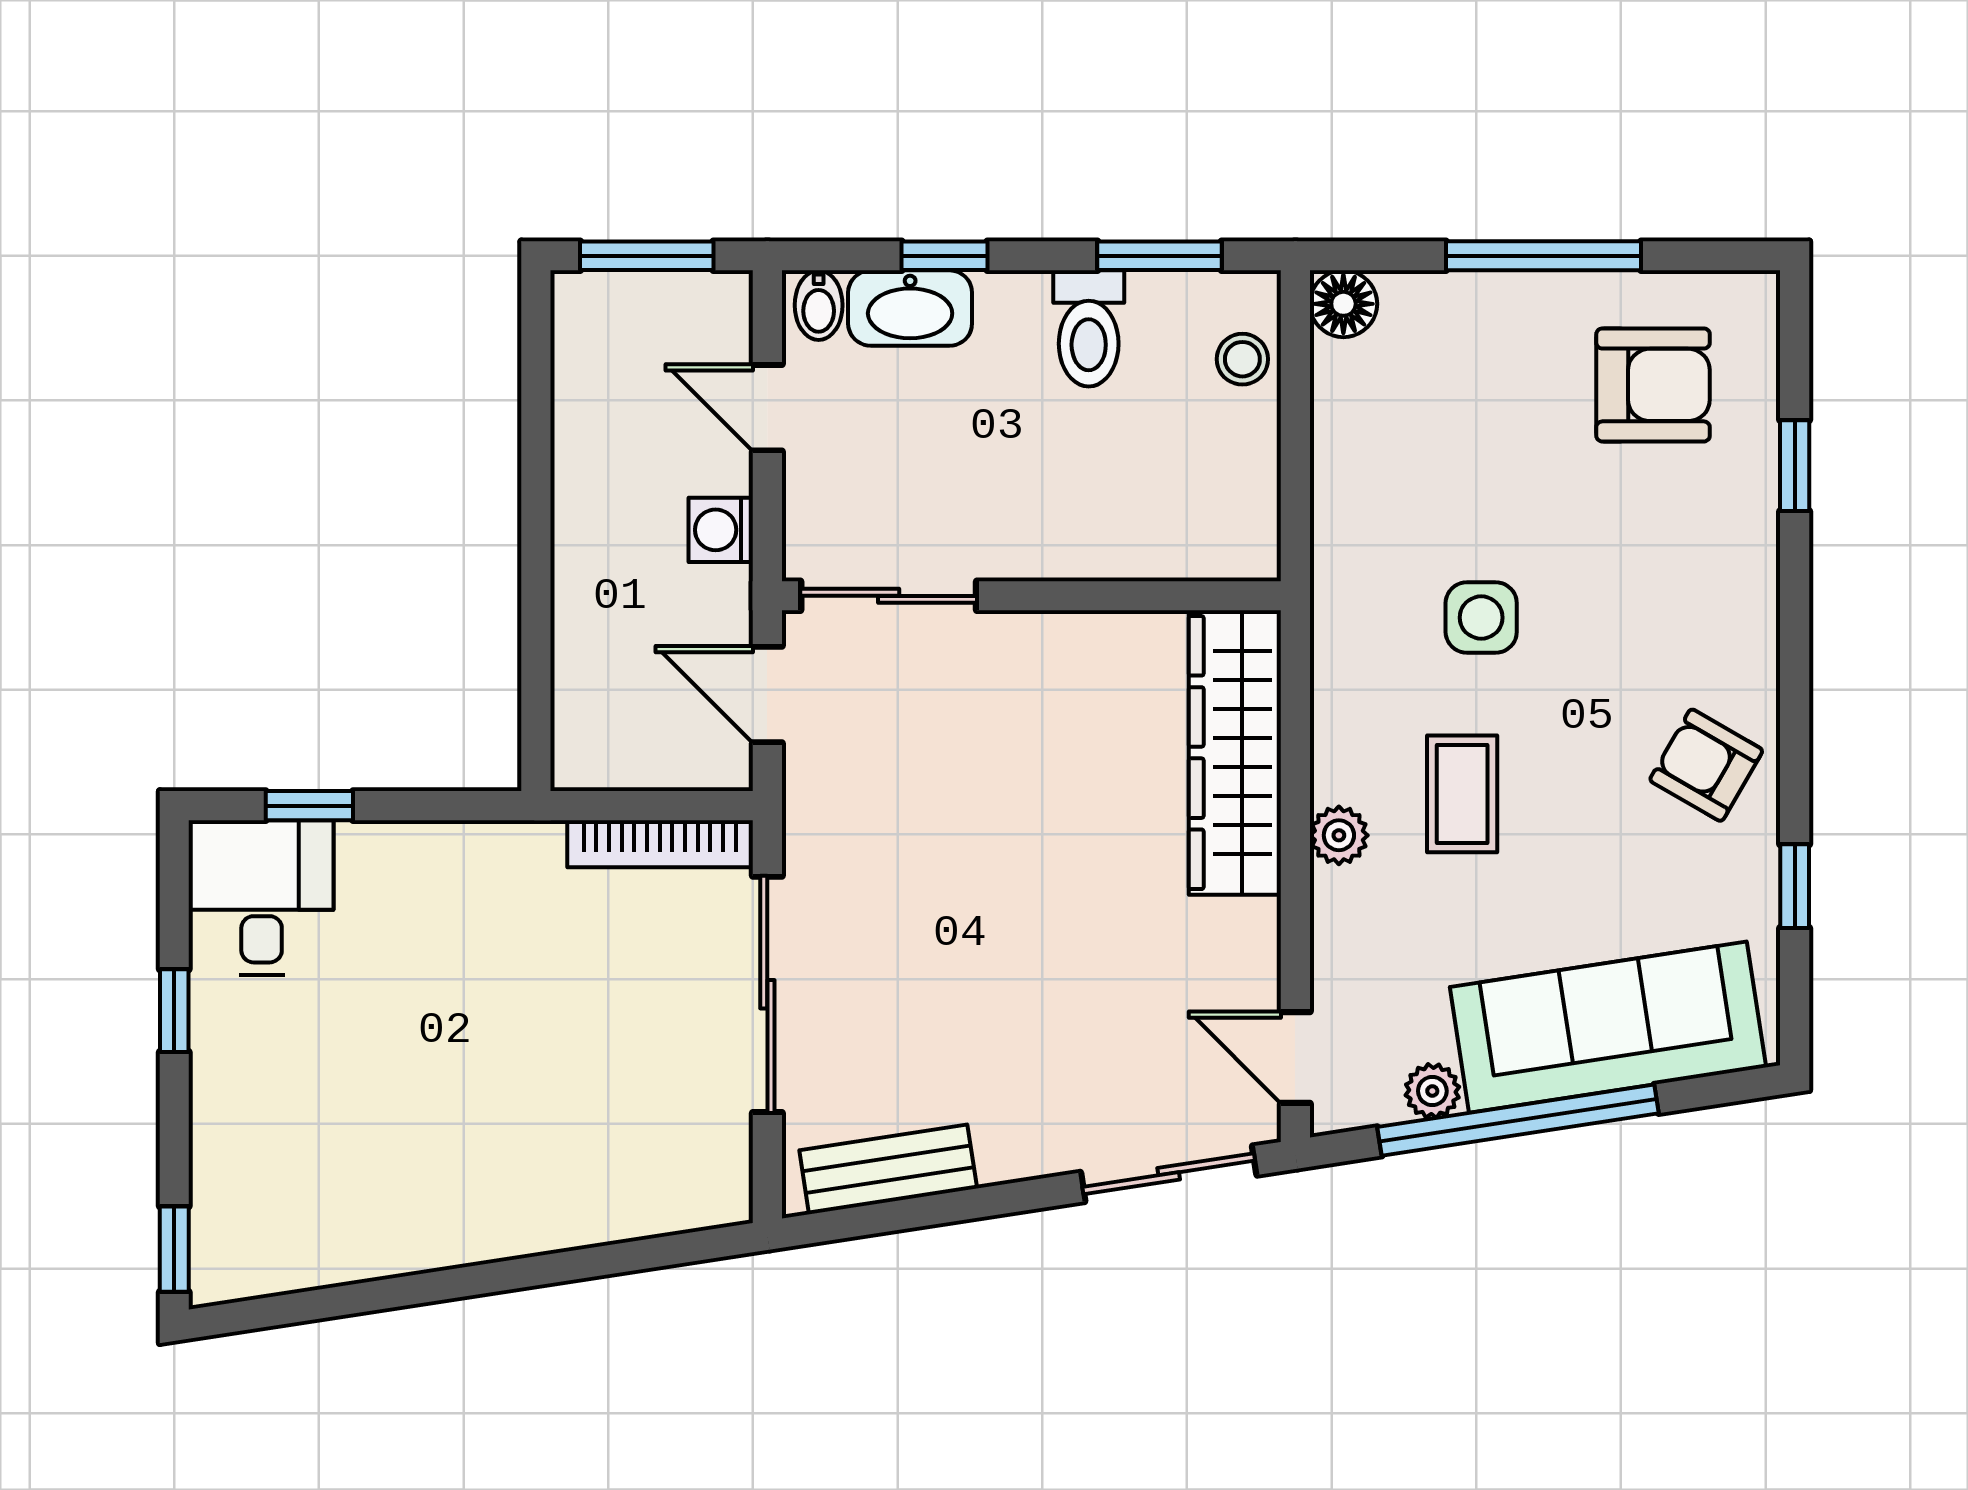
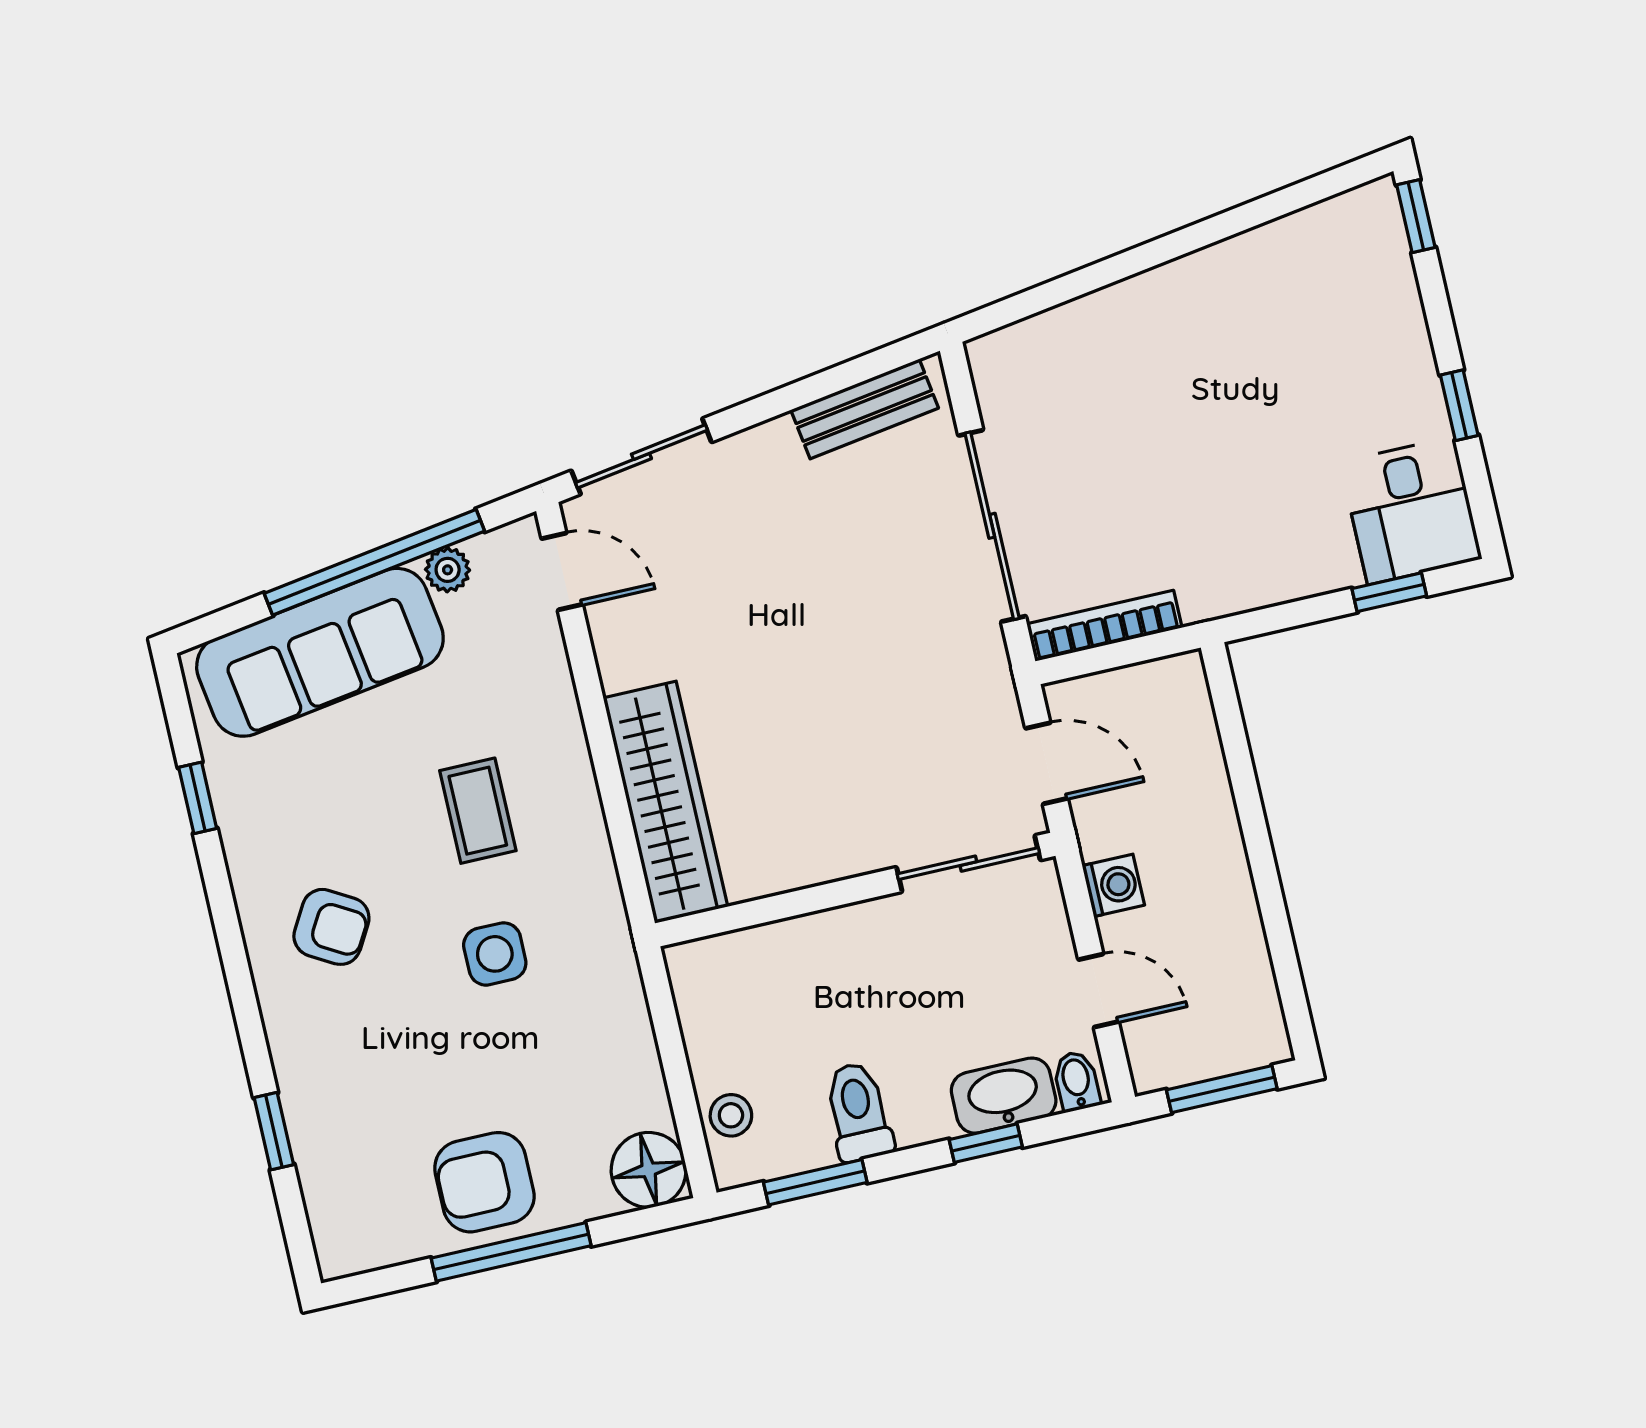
floor lamp: (1343, 304) -> (649, 1170), width x1.38, depth x1.38
armchair: (1653, 385) -> (484, 1182), moved
armchair: (1706, 765) -> (331, 927), moved
plant: (1339, 835) -> (568, 756), removed

